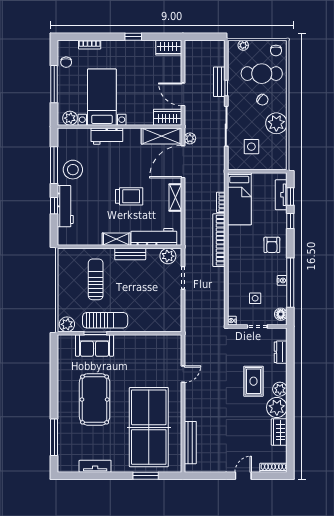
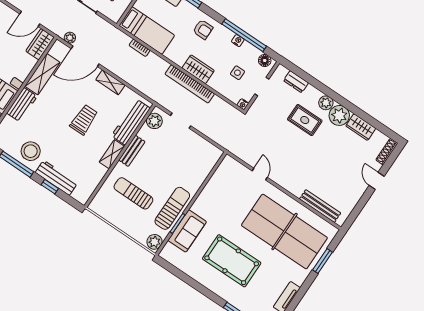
shelving: (161, 136) -> (42, 74), moved
door: (183, 162) -> (85, 56), hinge flipped
bookcase: (219, 240) -> (190, 84), moved
wardrobe: (236, 264) -> (198, 69), added

